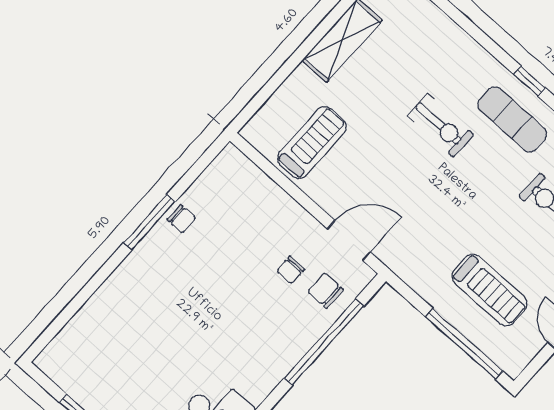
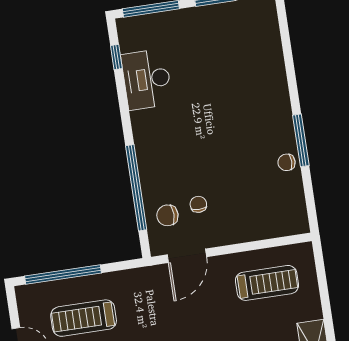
treadmill: (312, 143) -> (267, 283), turned -90
chair: (326, 291) -> (167, 215), turned 180

